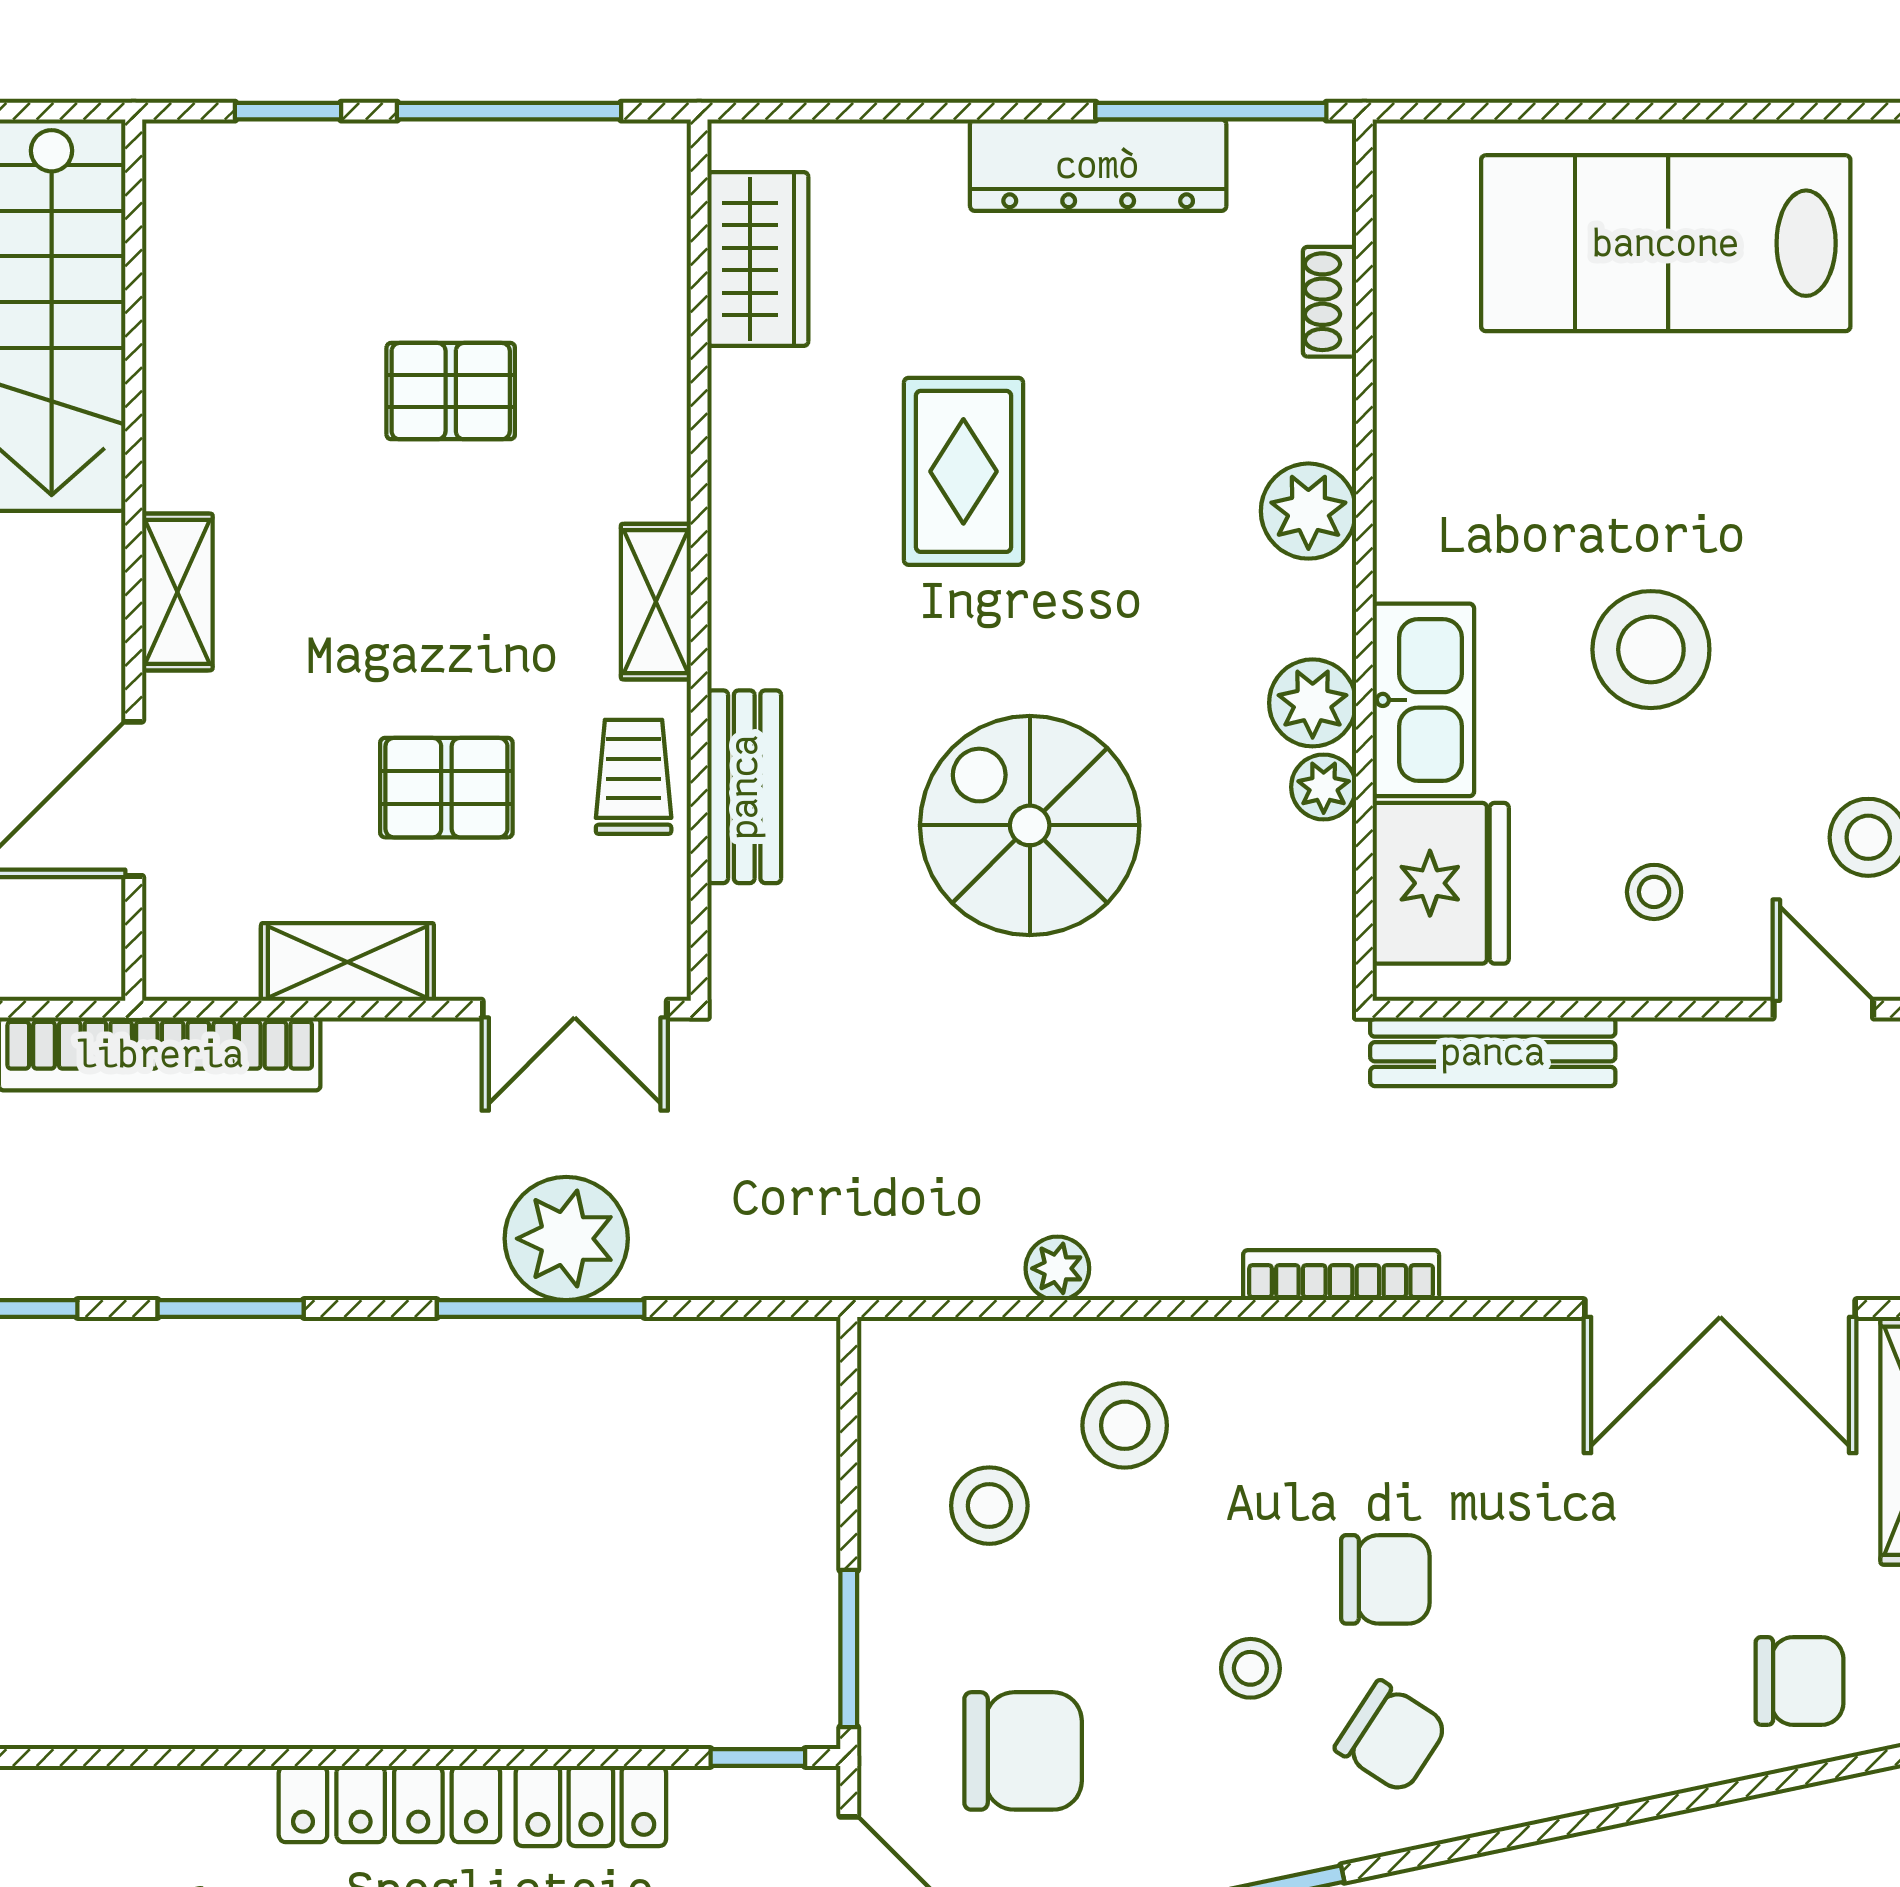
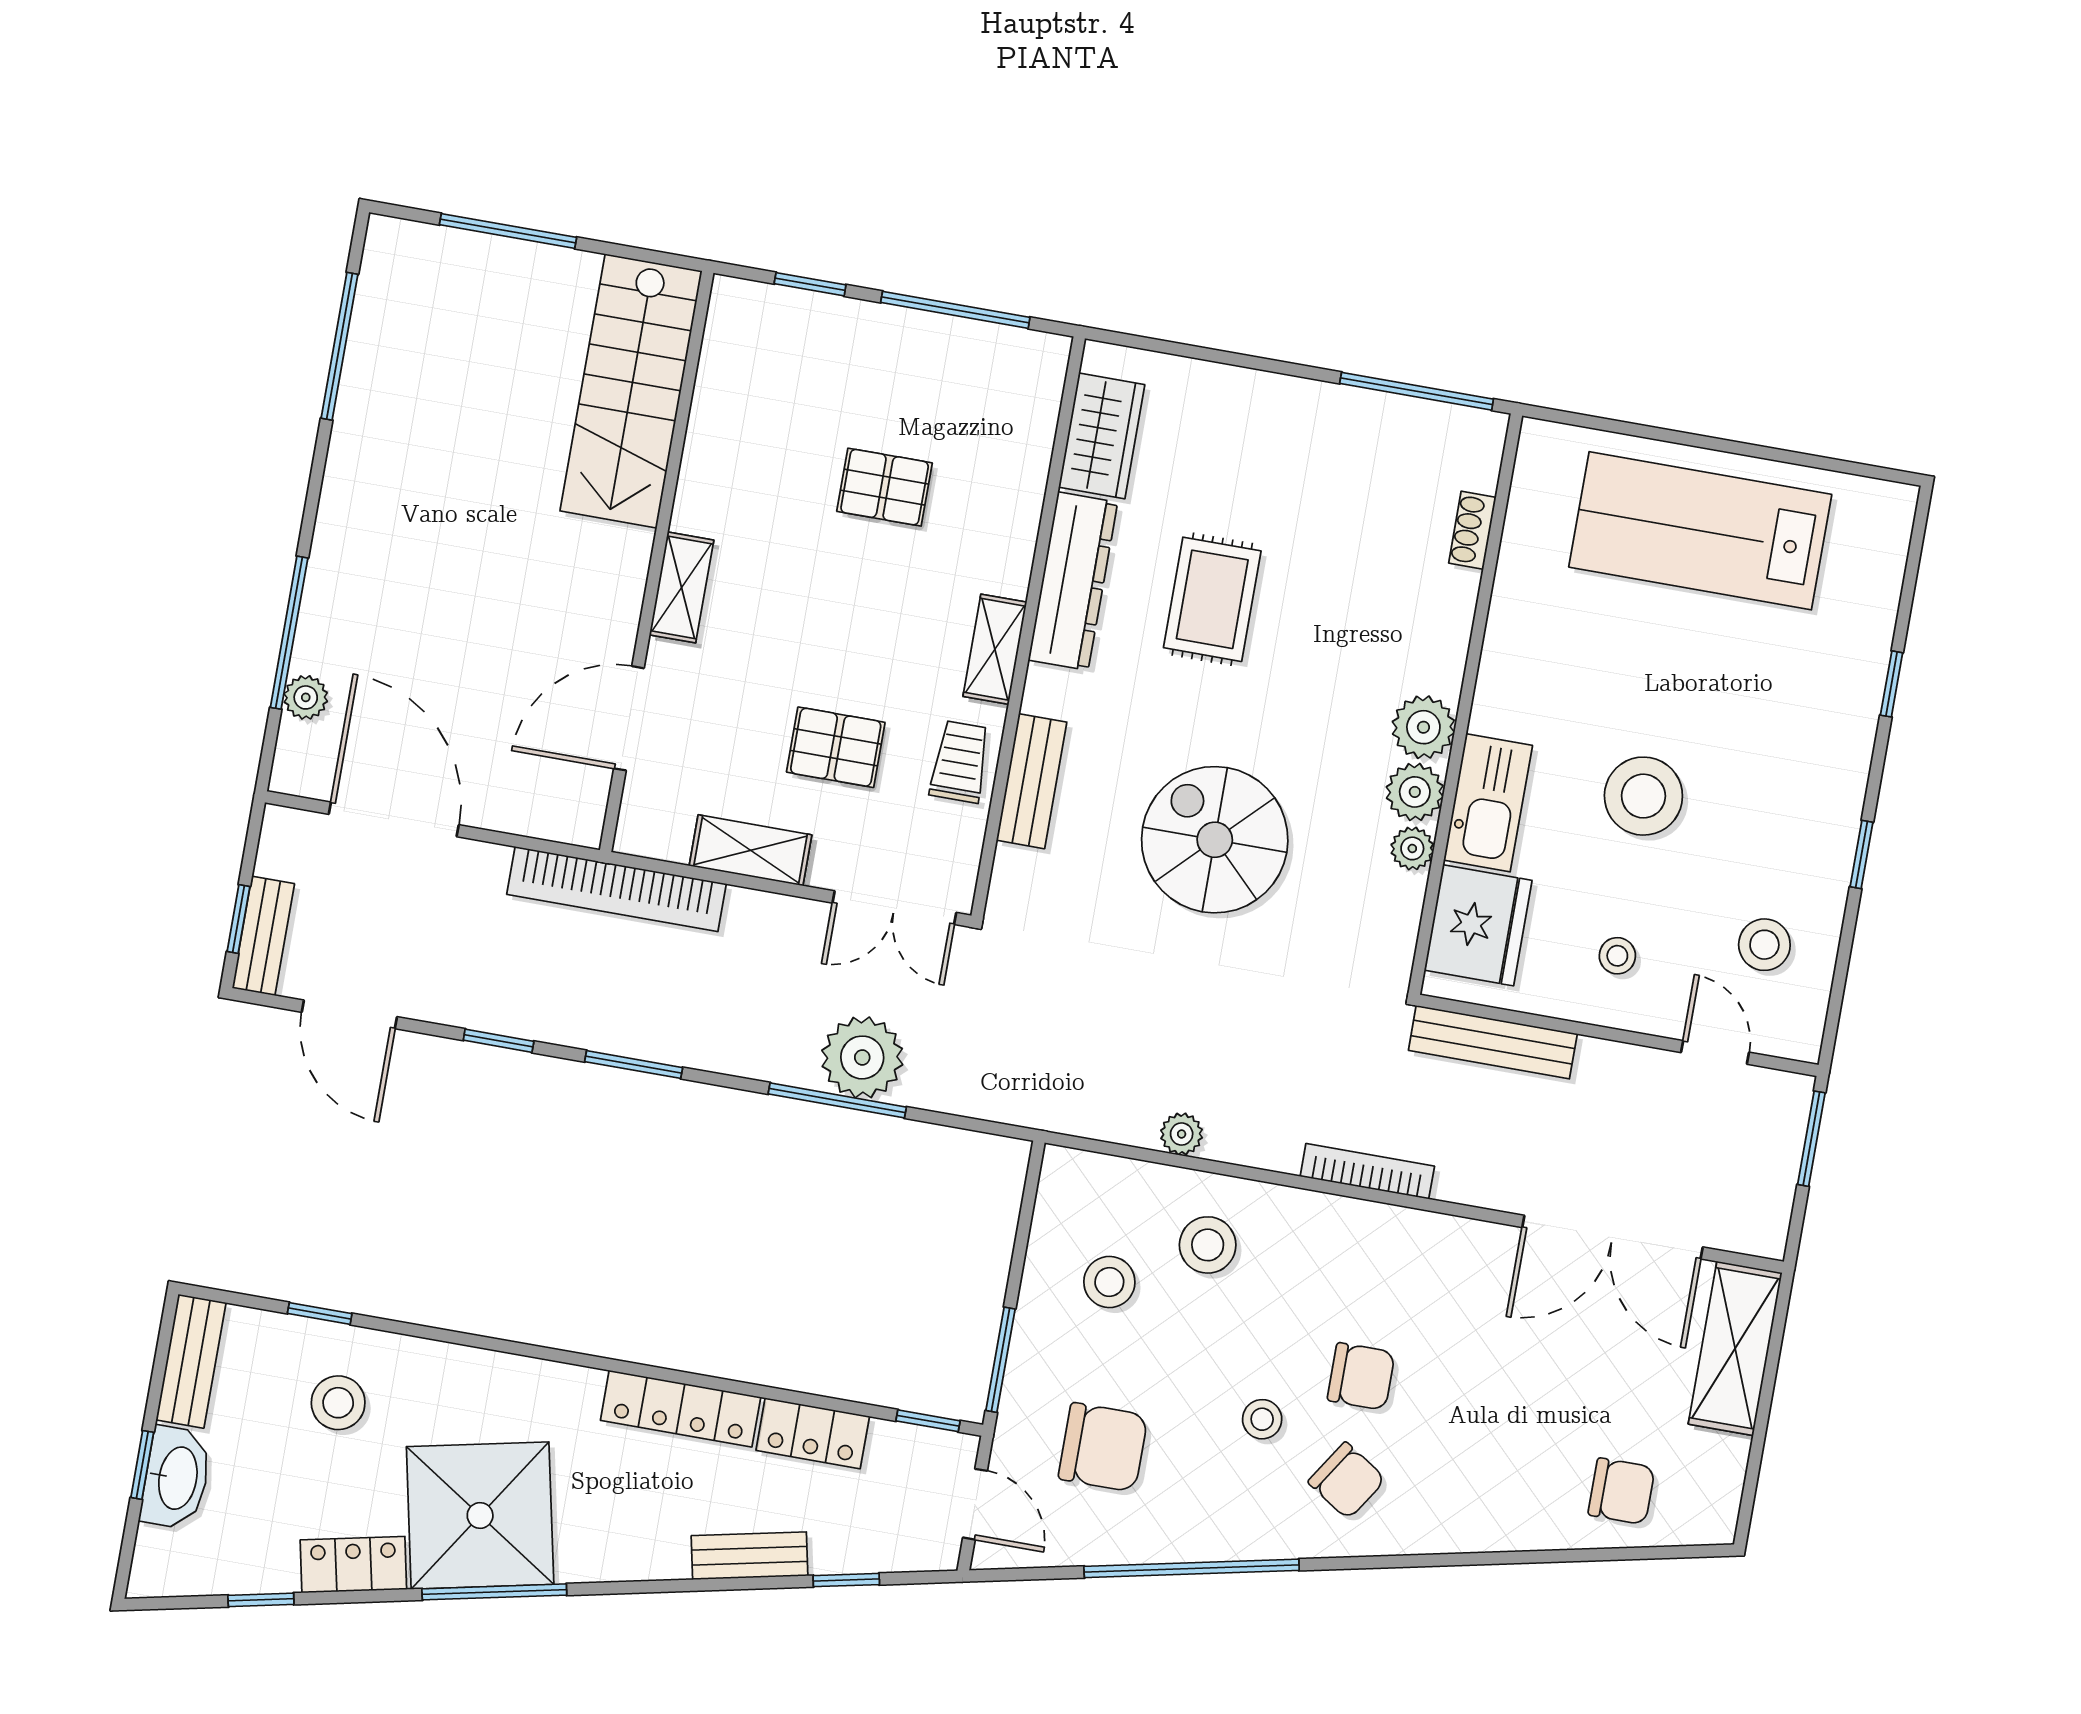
dresser: (1098, 165) -> (1073, 581), moved, turned -90
plant: (1308, 511) -> (1423, 727), moved

